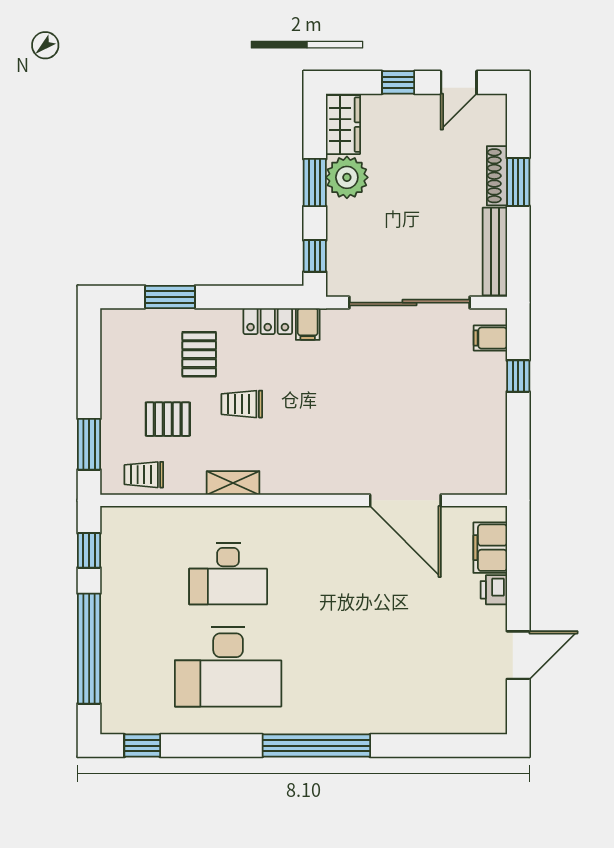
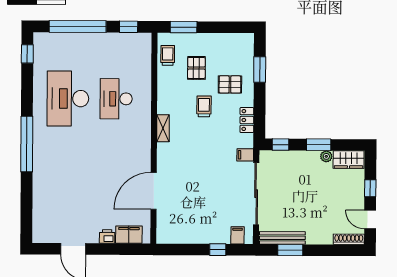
shoe rack: (497, 176) -> (349, 239), moved
plant: (347, 177) -> (326, 156), width x0.53, depth x0.53
window: (518, 182) -> (290, 250), moved
filing cabinet: (308, 324) -> (245, 155), moved
shelving: (233, 483) -> (163, 128), moved

